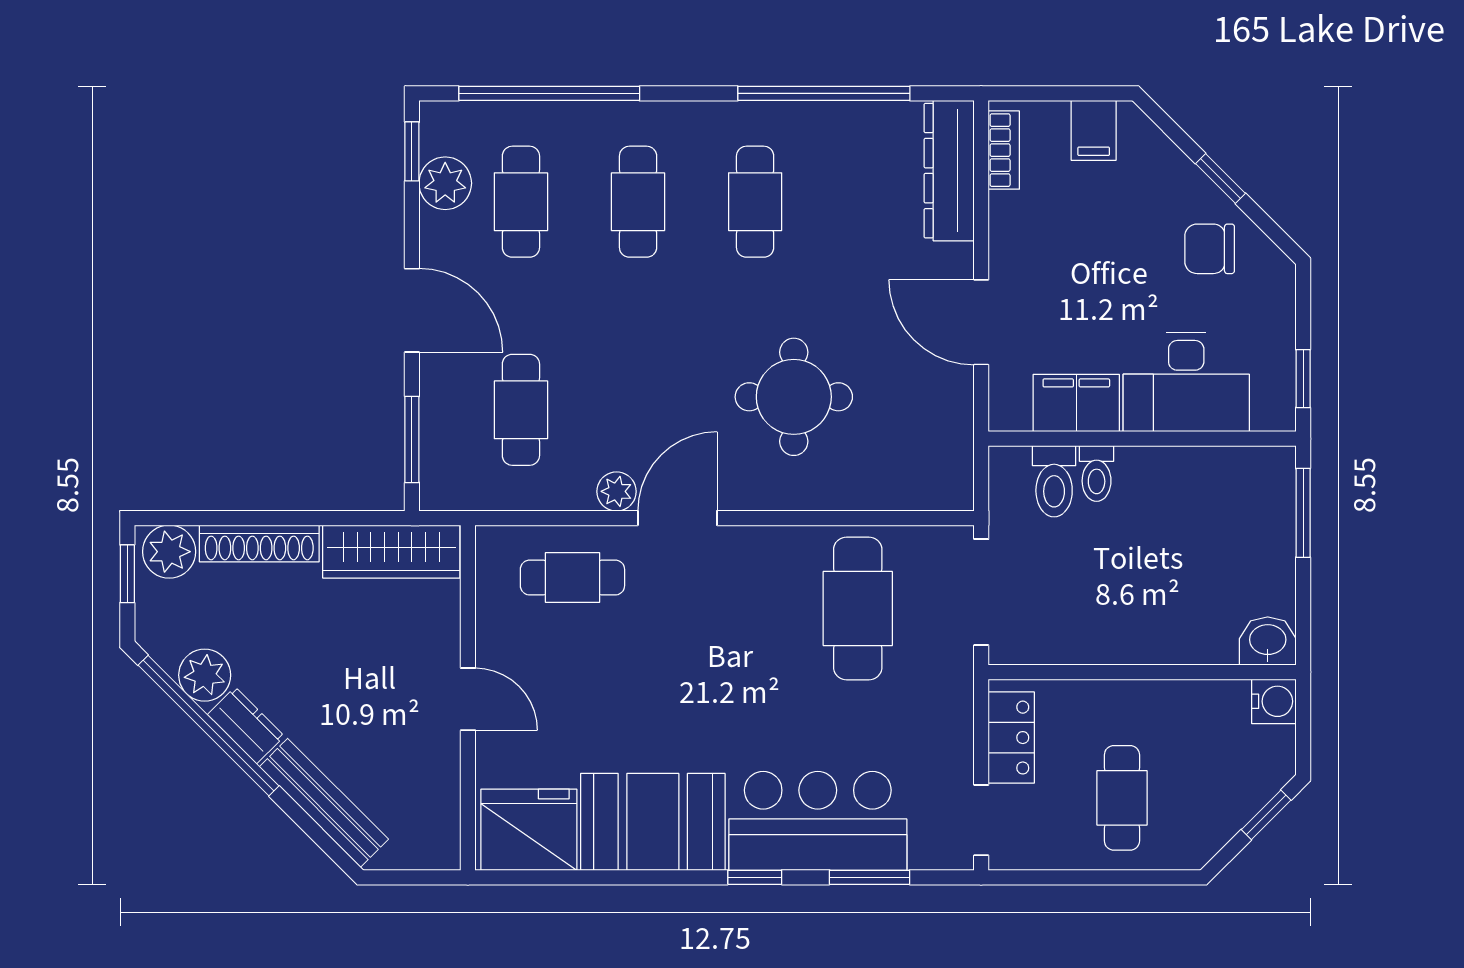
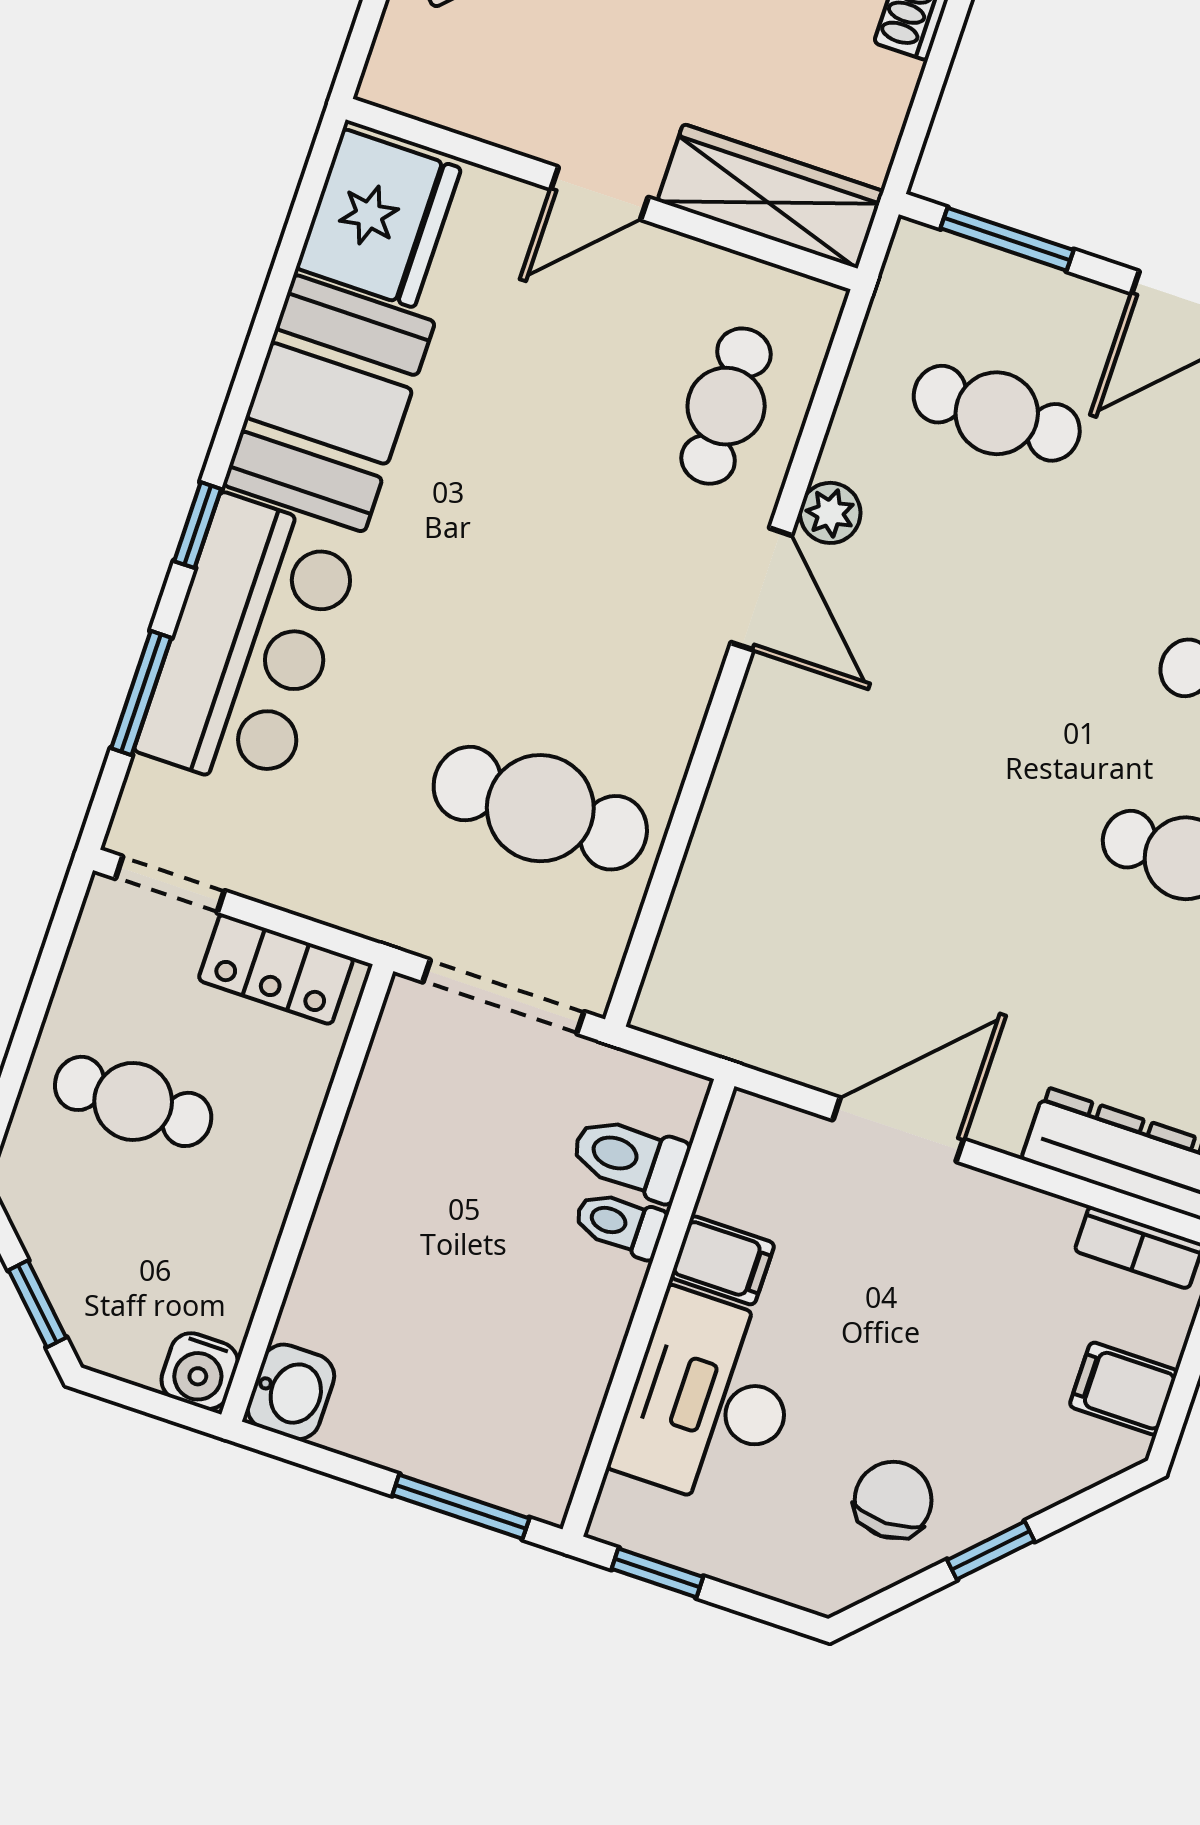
round table: (794, 397) -> (881, 819), removed
filing cabinet: (1076, 403) -> (723, 1260), width x0.50
wardrobe: (391, 552) -> (770, 196), moved, turned 90

